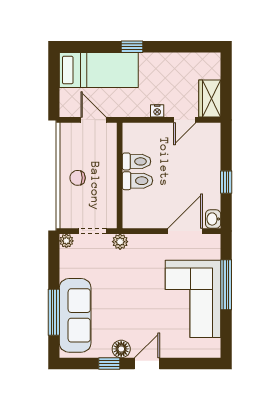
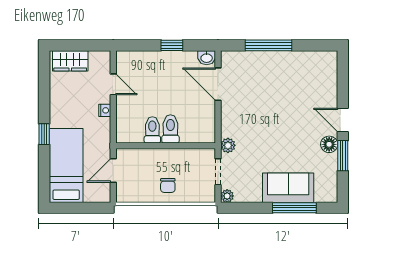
wardrobe: (210, 98) -> (70, 61), moved
corner sofa: (193, 299) -> (282, 77), removed
sofa: (75, 315) -> (288, 188), width x0.73
window: (109, 363) -> (343, 156), width x1.50

